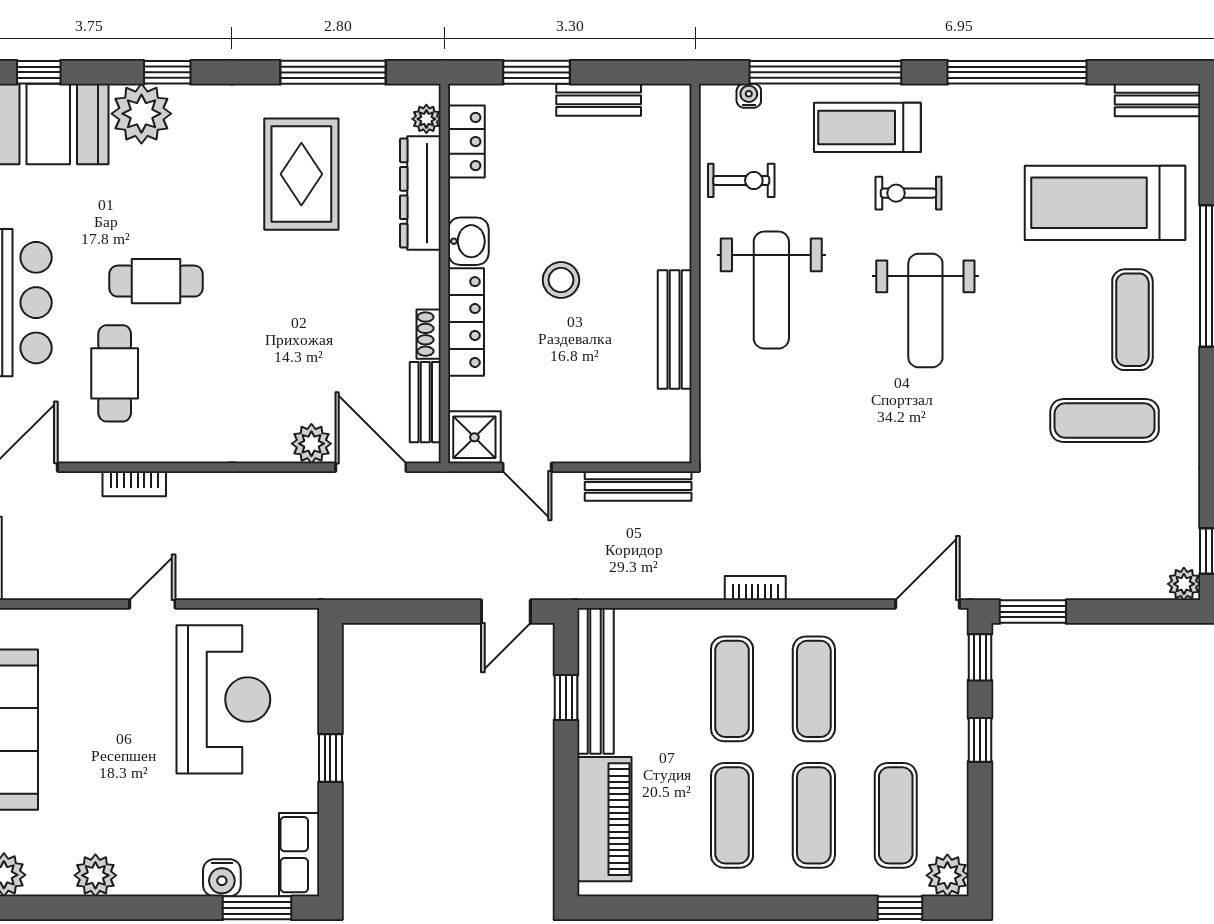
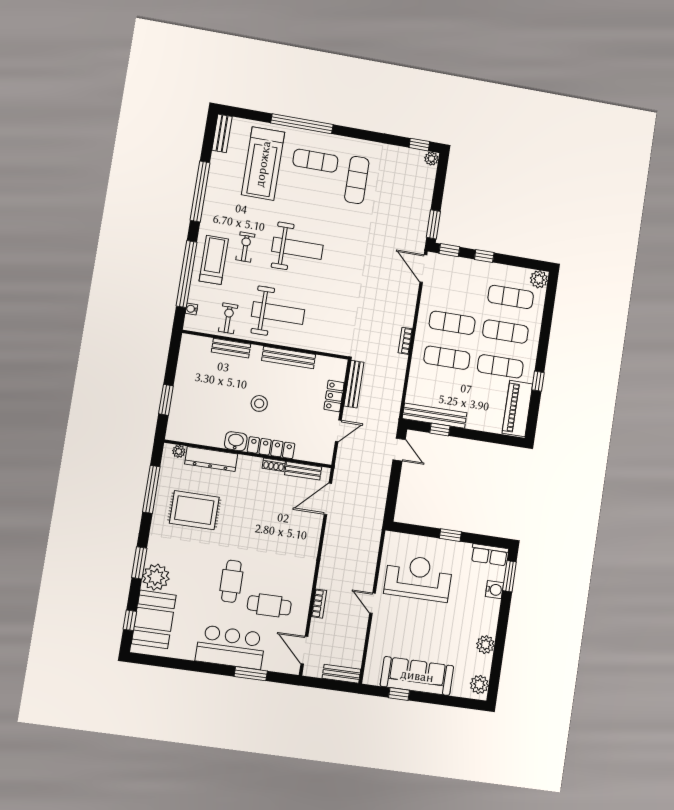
window: (167, 72) -> (139, 563), width x1.50
bench: (599, 100) -> (231, 348), moved, turned 90
treadmill: (867, 127) -> (214, 260), turned 180
locker: (466, 142) -> (334, 396), moved, turned -90
exercise bike: (909, 193) -> (245, 247), turned 180
shower: (474, 437) -> (322, 452), removed
plant: (311, 444) -> (314, 523), removed
piano: (604, 819) -> (517, 409), moved, turned -90
window: (900, 908) -> (538, 381), moved

